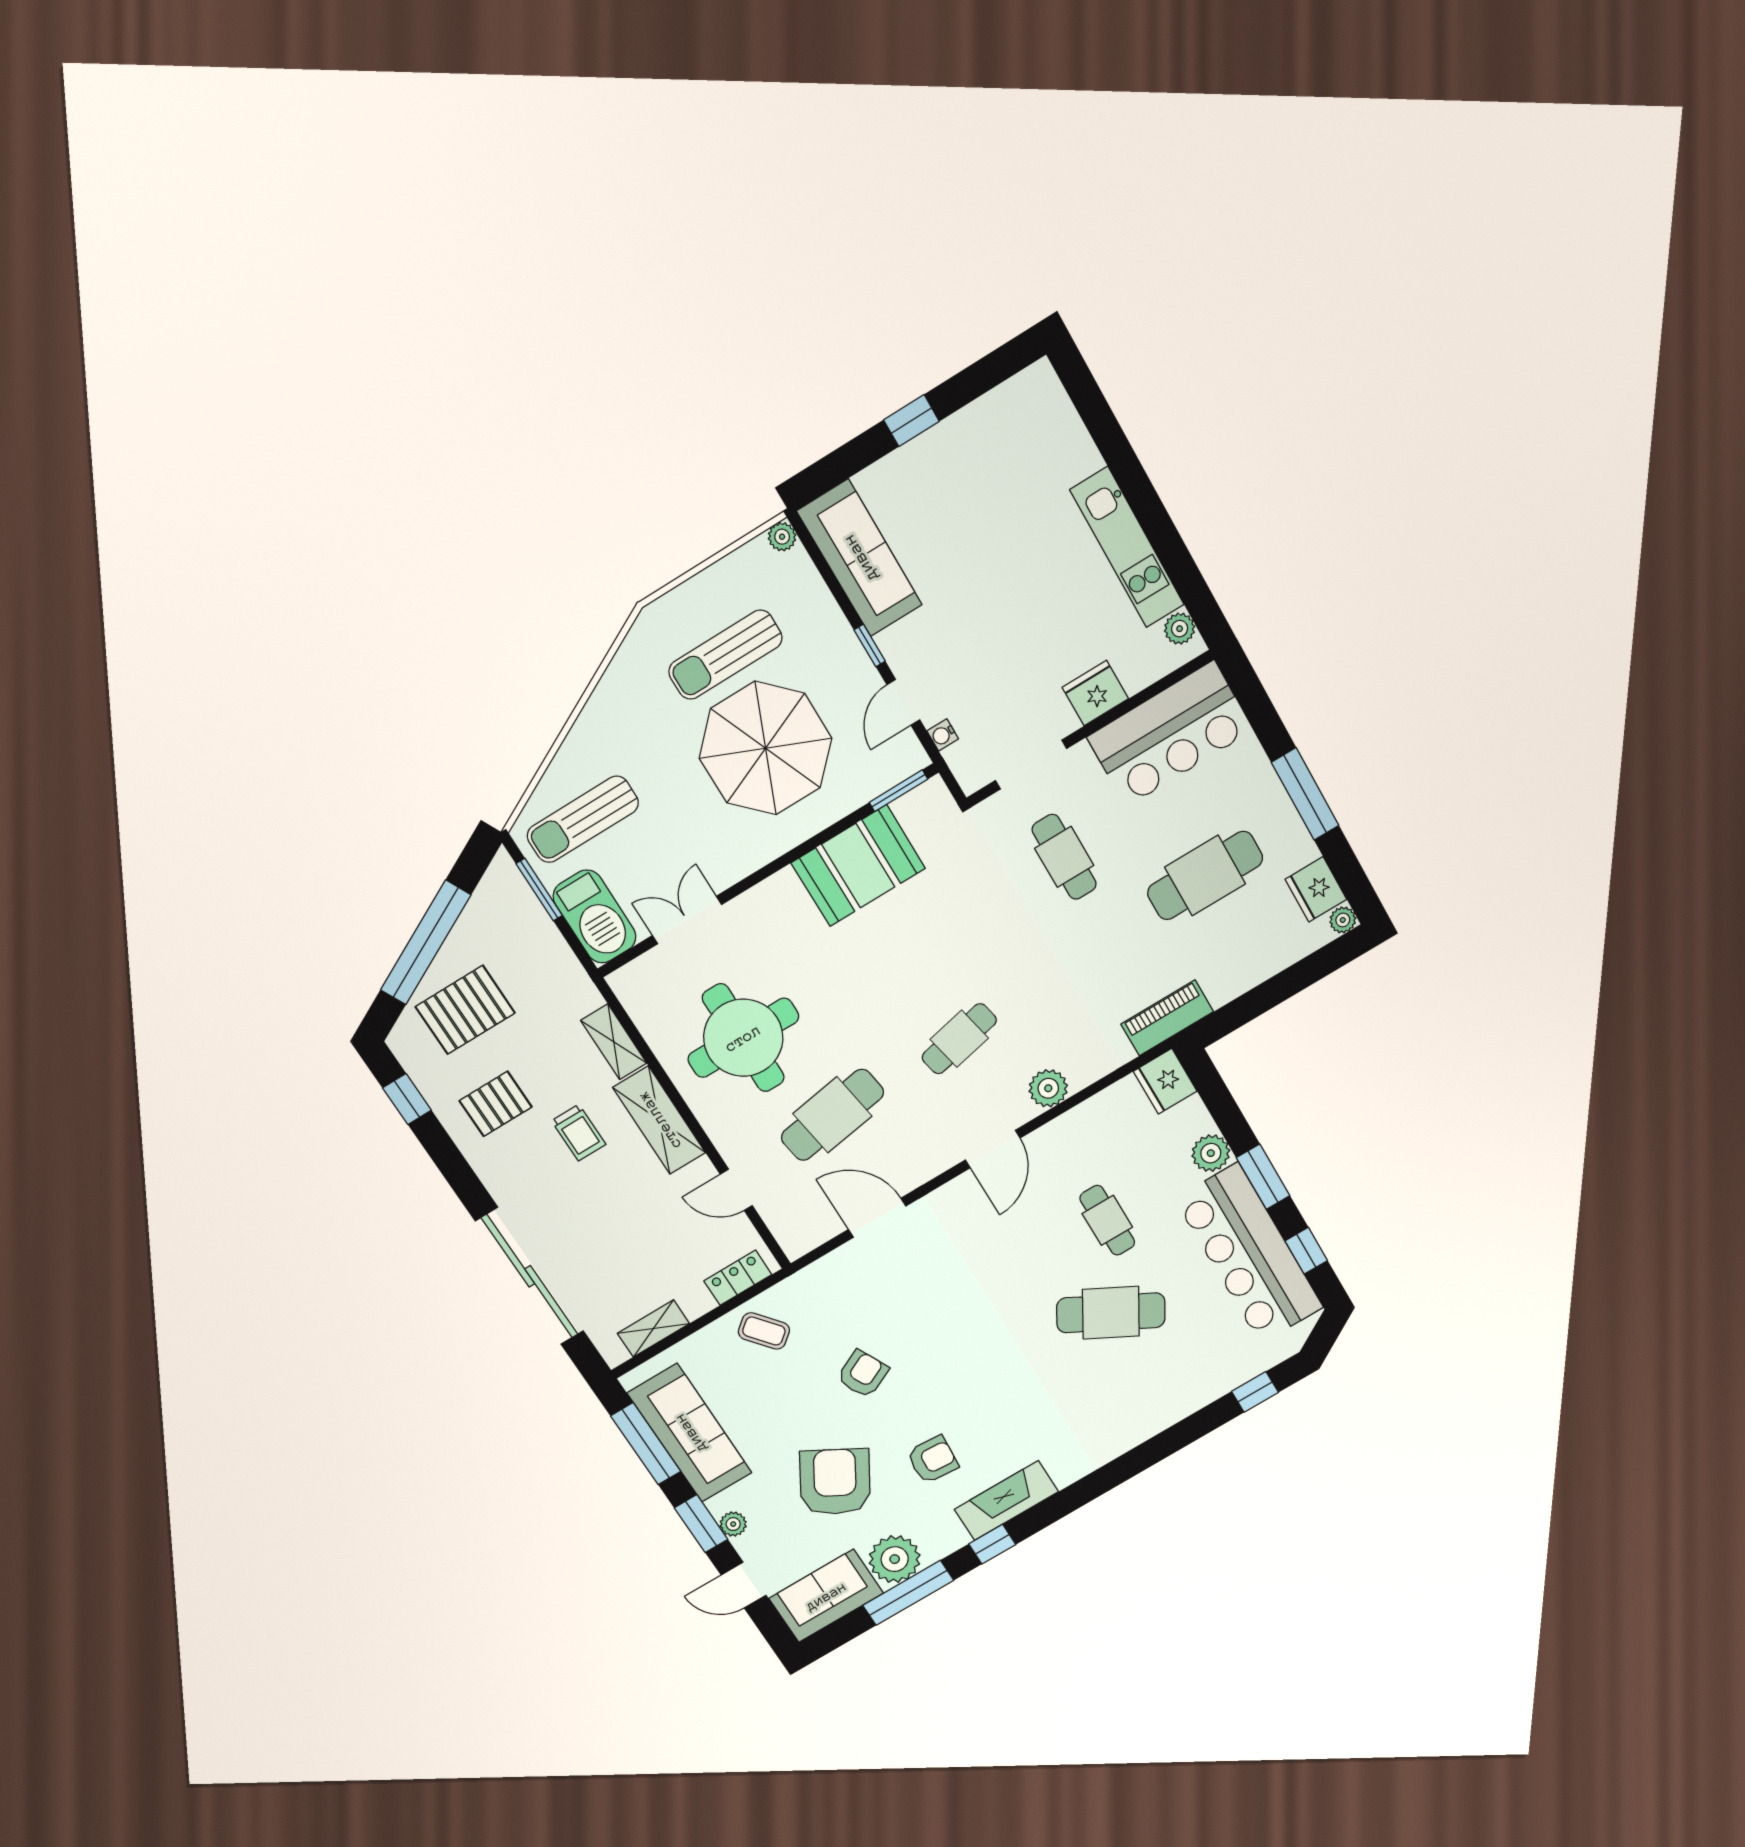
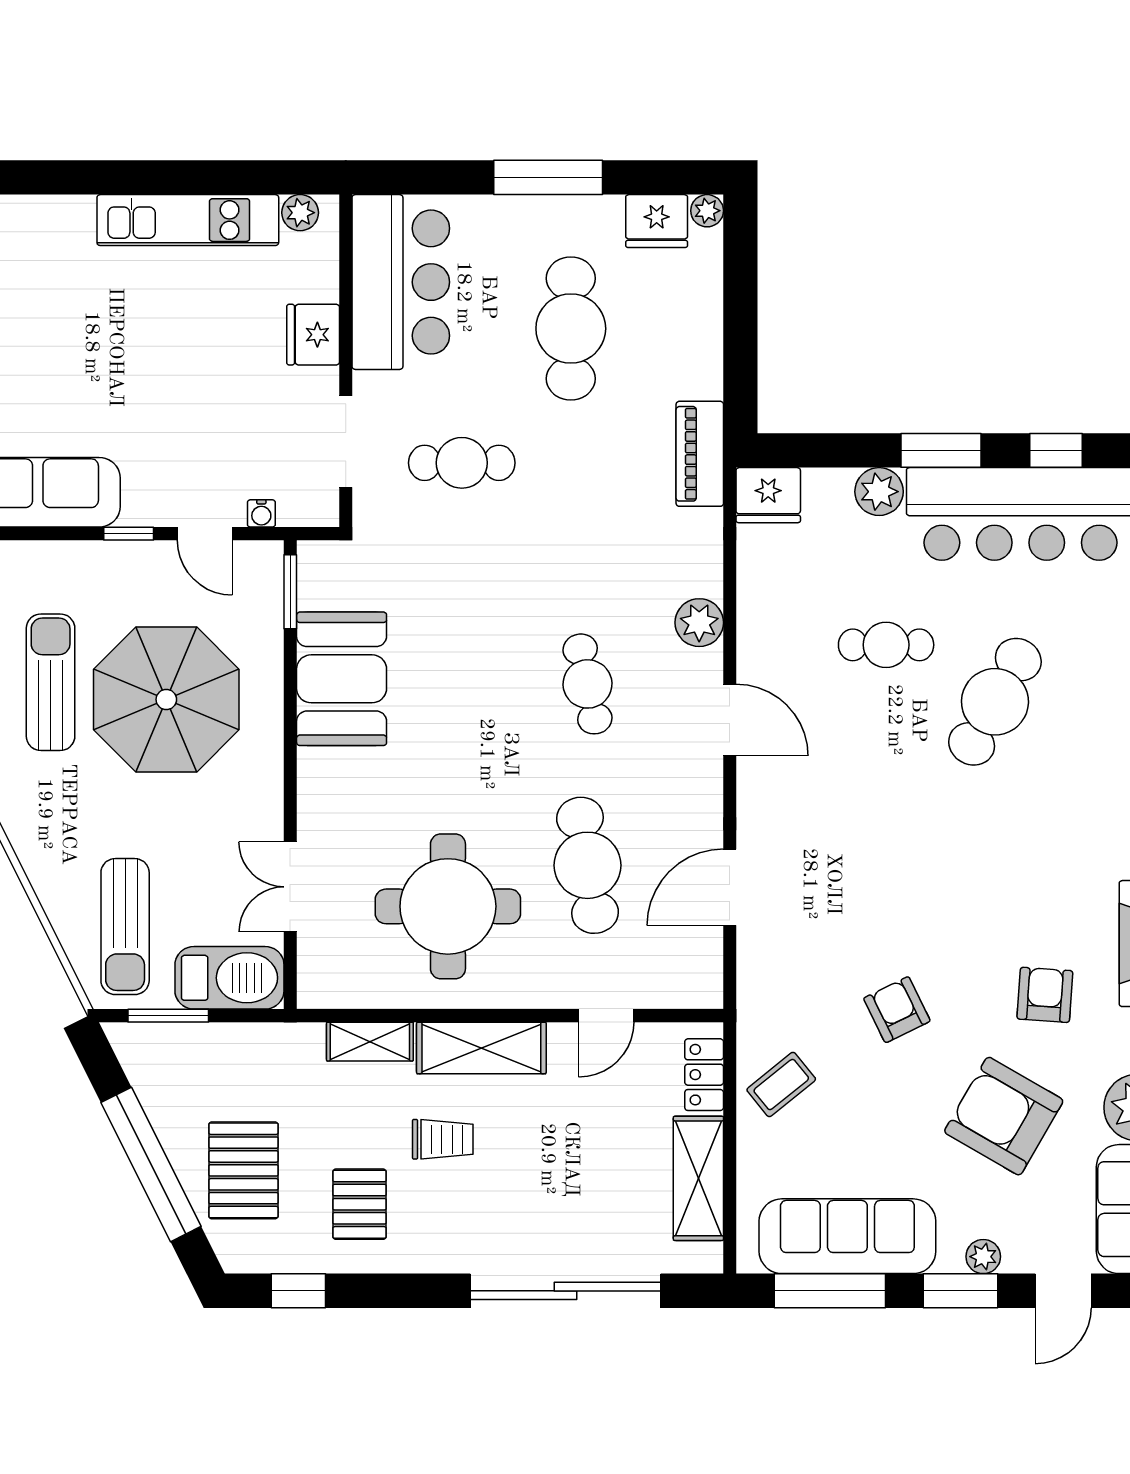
sun lounger: (725, 655) -> (51, 682), turned 180
shelving: (653, 1328) -> (698, 1178), width x1.50, depth x1.33

